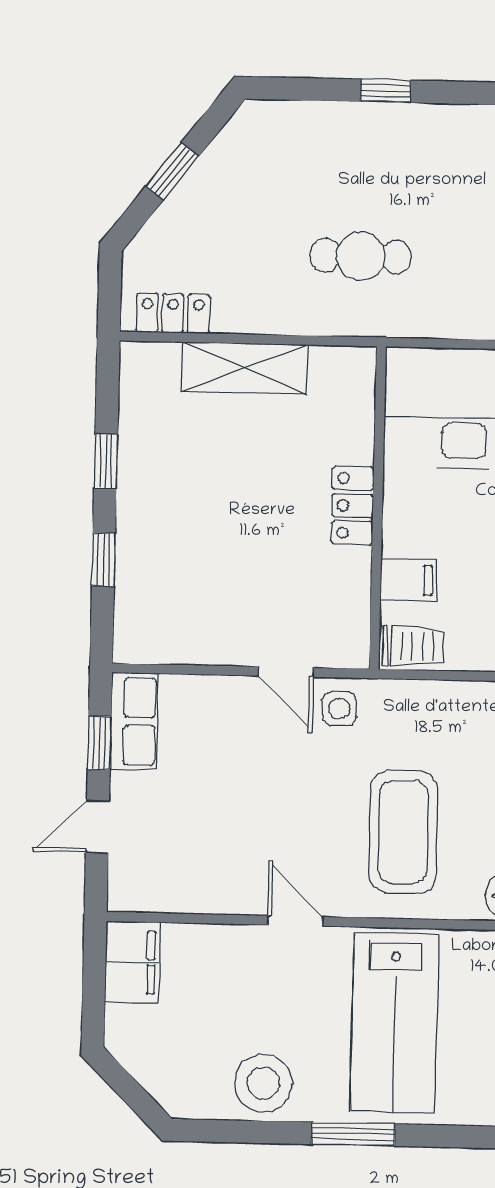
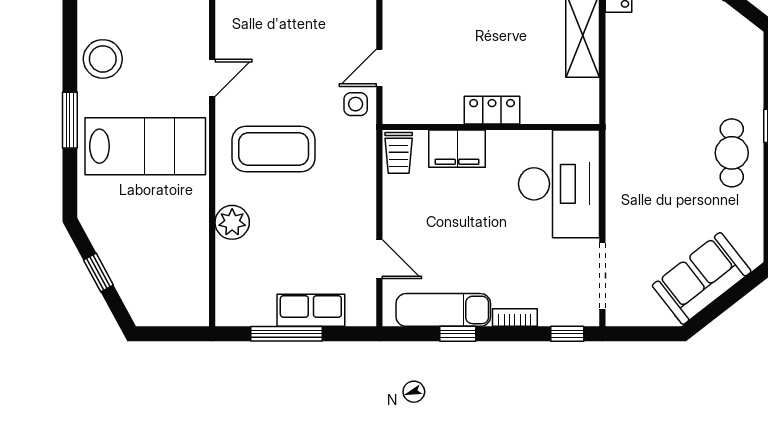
cafe table: (361, 256) -> (732, 153), moved
filing cabinet: (408, 580) -> (457, 149), width x2.00
lab bench: (395, 1023) -> (145, 146), turned 180

